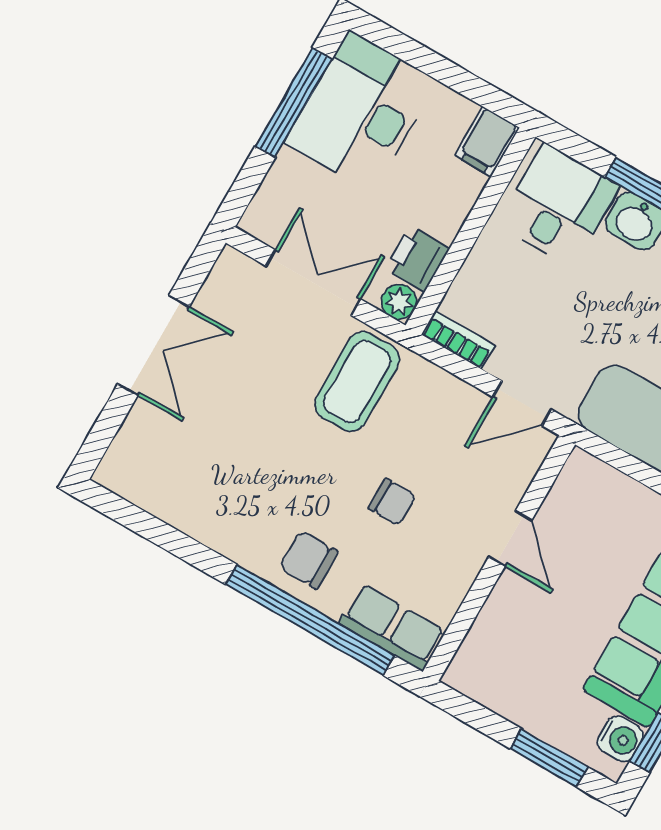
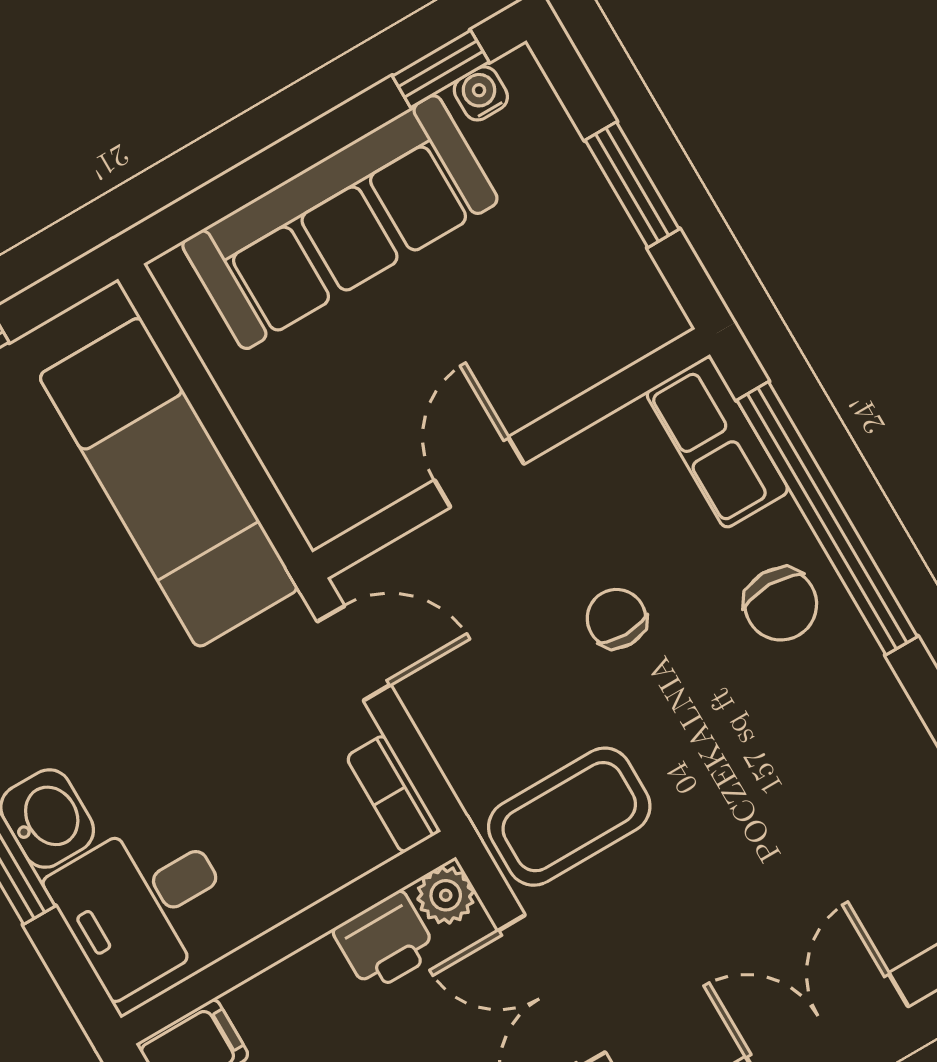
water cooler: (620, 739) -> (481, 93), width x0.72, depth x0.72
window: (549, 758) -> (632, 185), moved

